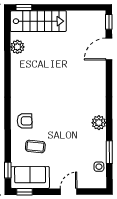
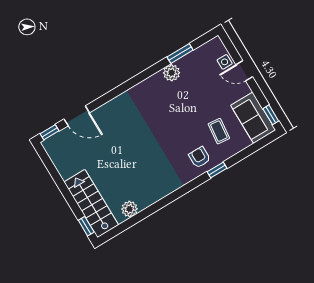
plant: (99, 123) -> (172, 73), moved
side table: (99, 167) -> (225, 62), moved
window: (8, 170) -> (217, 170), moved

